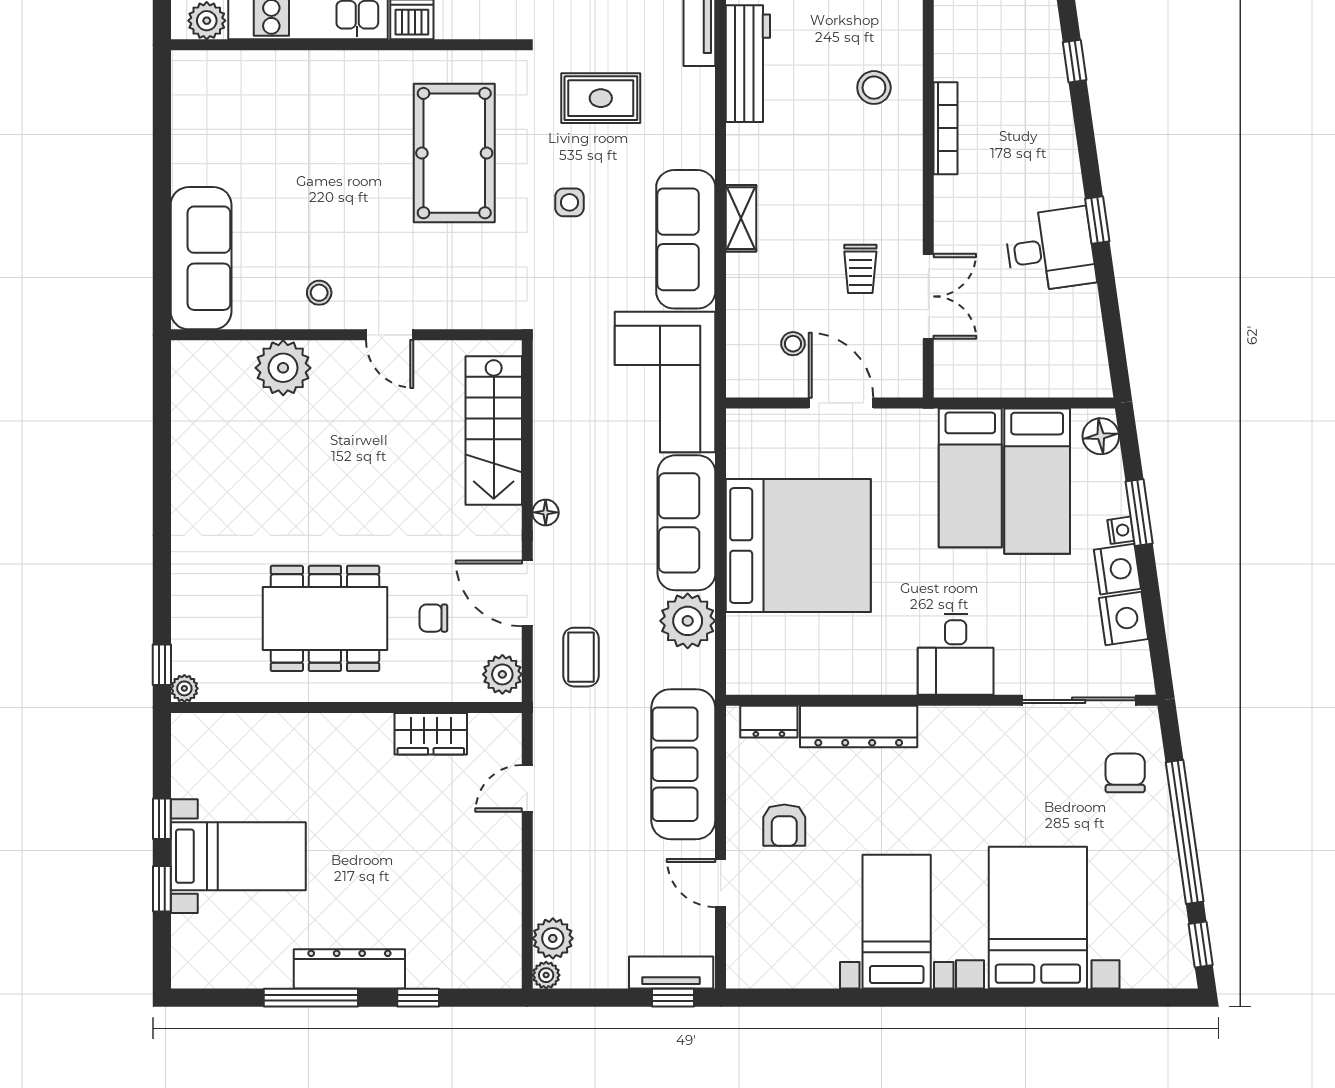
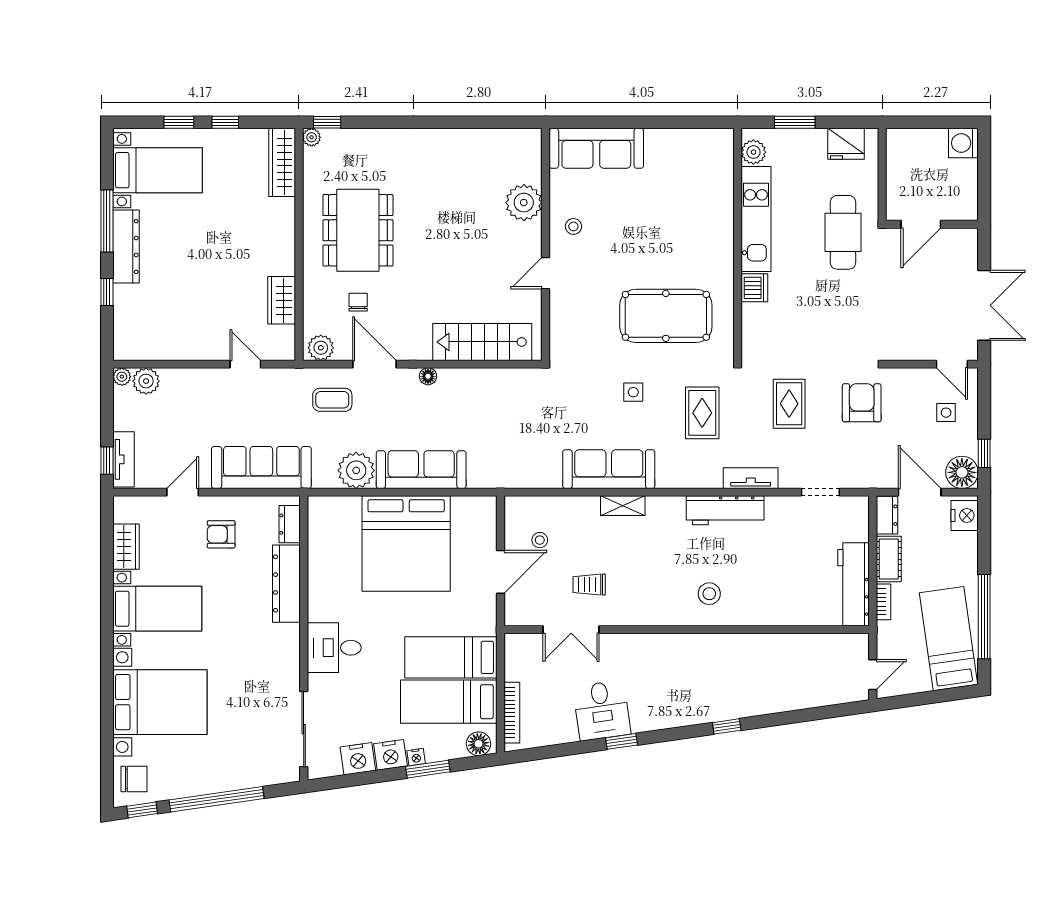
bookcase: (946, 128) -> (512, 713), moved, turned -90
corner sofa: (665, 382) -> (514, 455), removed
door: (527, 593) -> (374, 364), hinge flipped
wardrobe: (222, 733) -> (282, 162), added
chair: (1125, 773) -> (134, 779), moved
bed with nightstands: (238, 856) -> (157, 170), moved, turned -90
wardrobe: (803, 969) -> (126, 547), added

